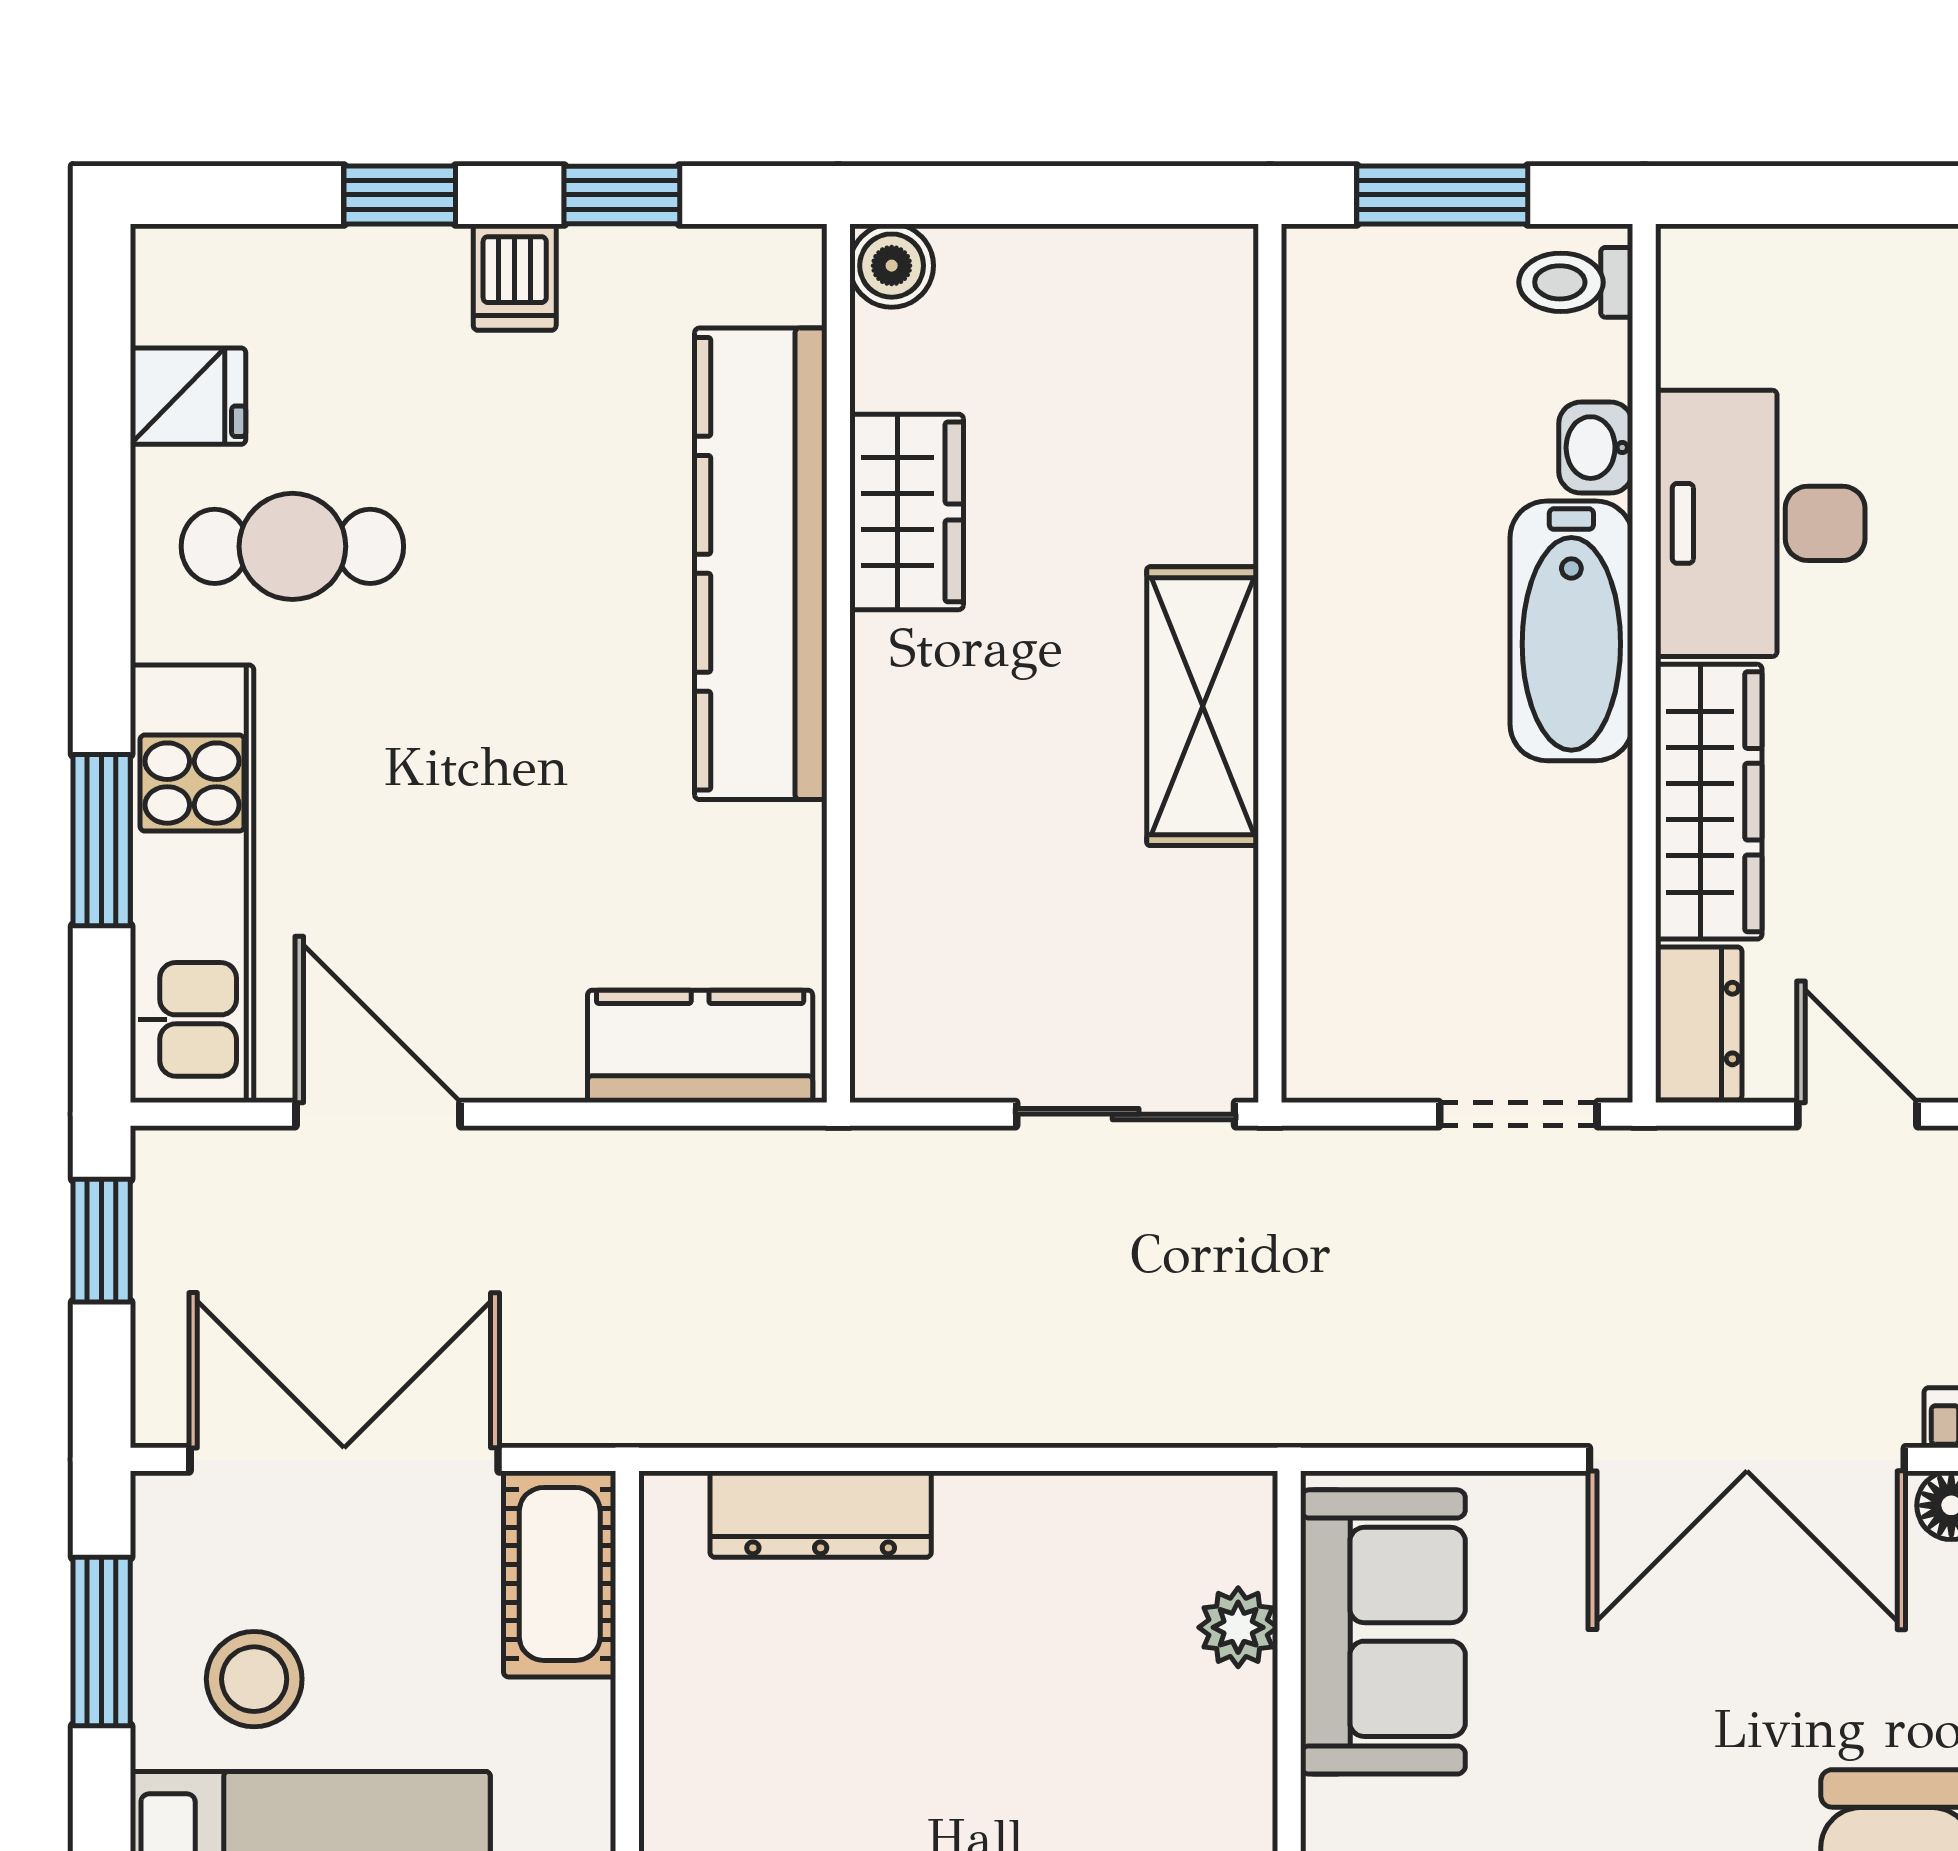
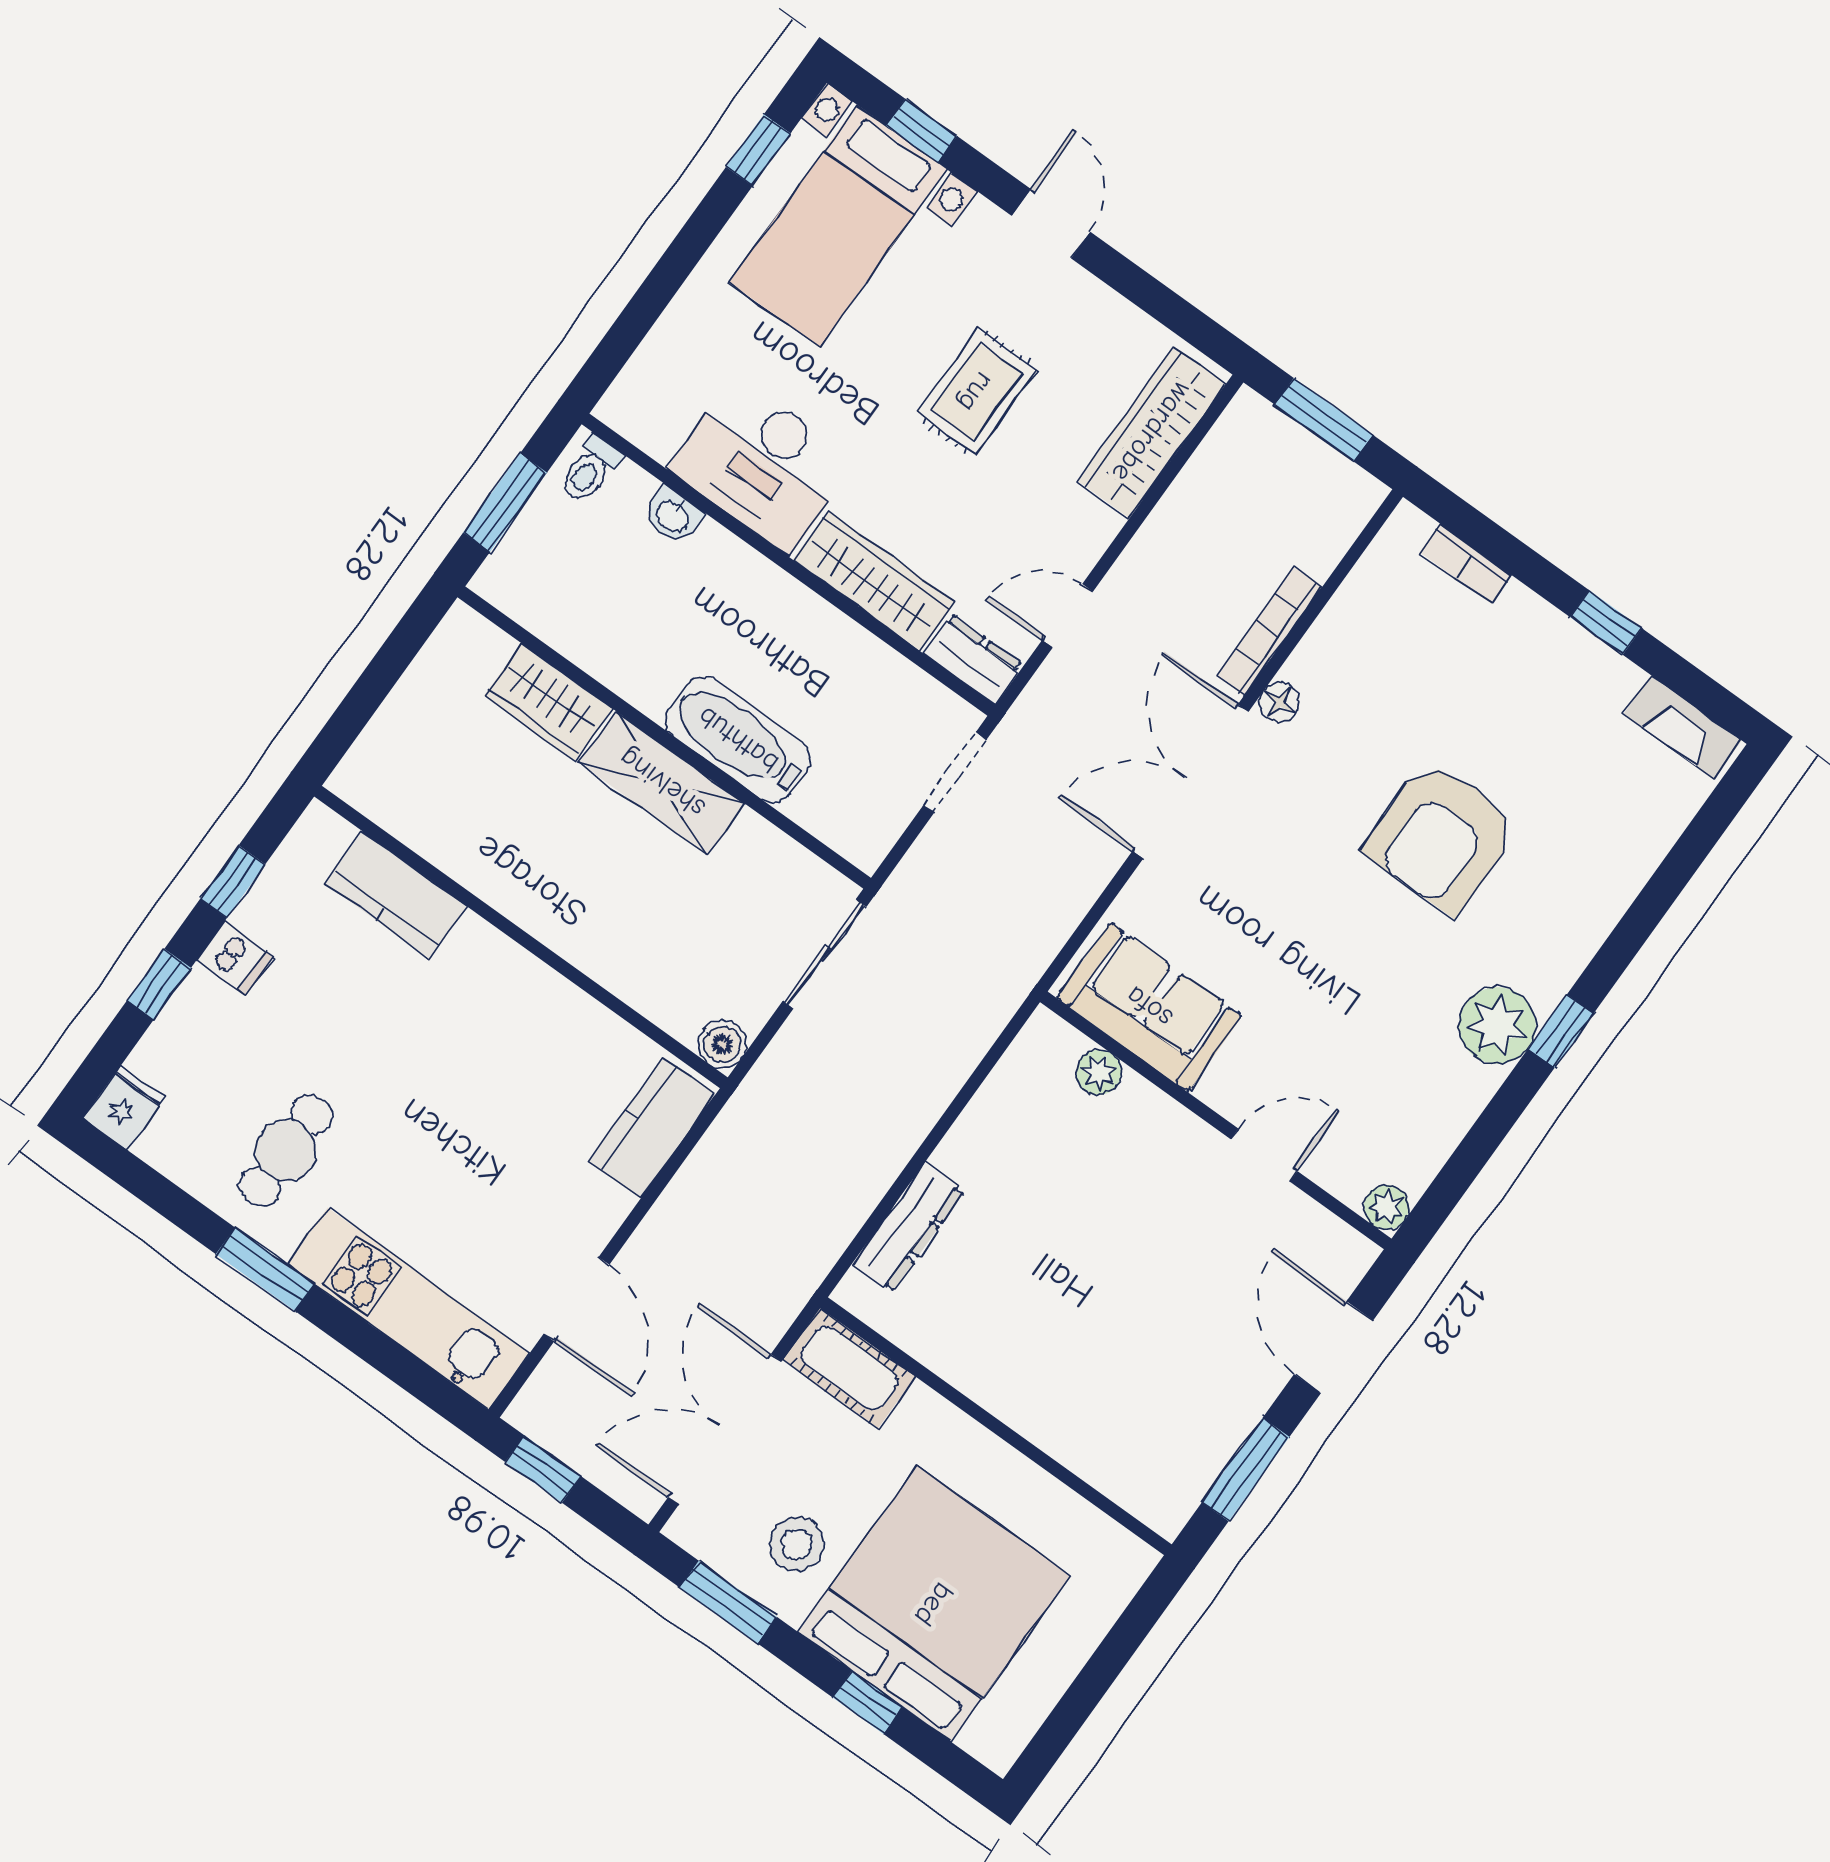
boiler: (892, 266) -> (722, 1044), moved
fridge: (188, 396) -> (124, 1108), moved
wardrobe: (907, 512) -> (548, 702), moved, turned 180
kitchen counter: (761, 564) -> (396, 895), width x0.48, depth x0.86
bathtub: (1571, 631) -> (738, 740), moved, turned 180
window: (102, 840) -> (265, 1269), moved
door: (378, 1114) -> (576, 1299), swing flipped
double door: (1747, 1459) -> (1190, 781), swing flipped

